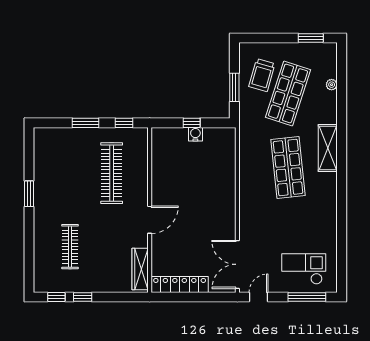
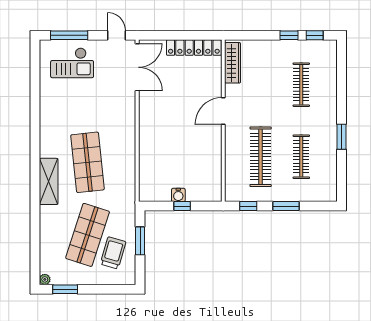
plant: (332, 85) -> (45, 279), moved
clothes rail: (70, 173) -> (301, 157), added
door: (259, 297) -> (116, 35), swing flipped

